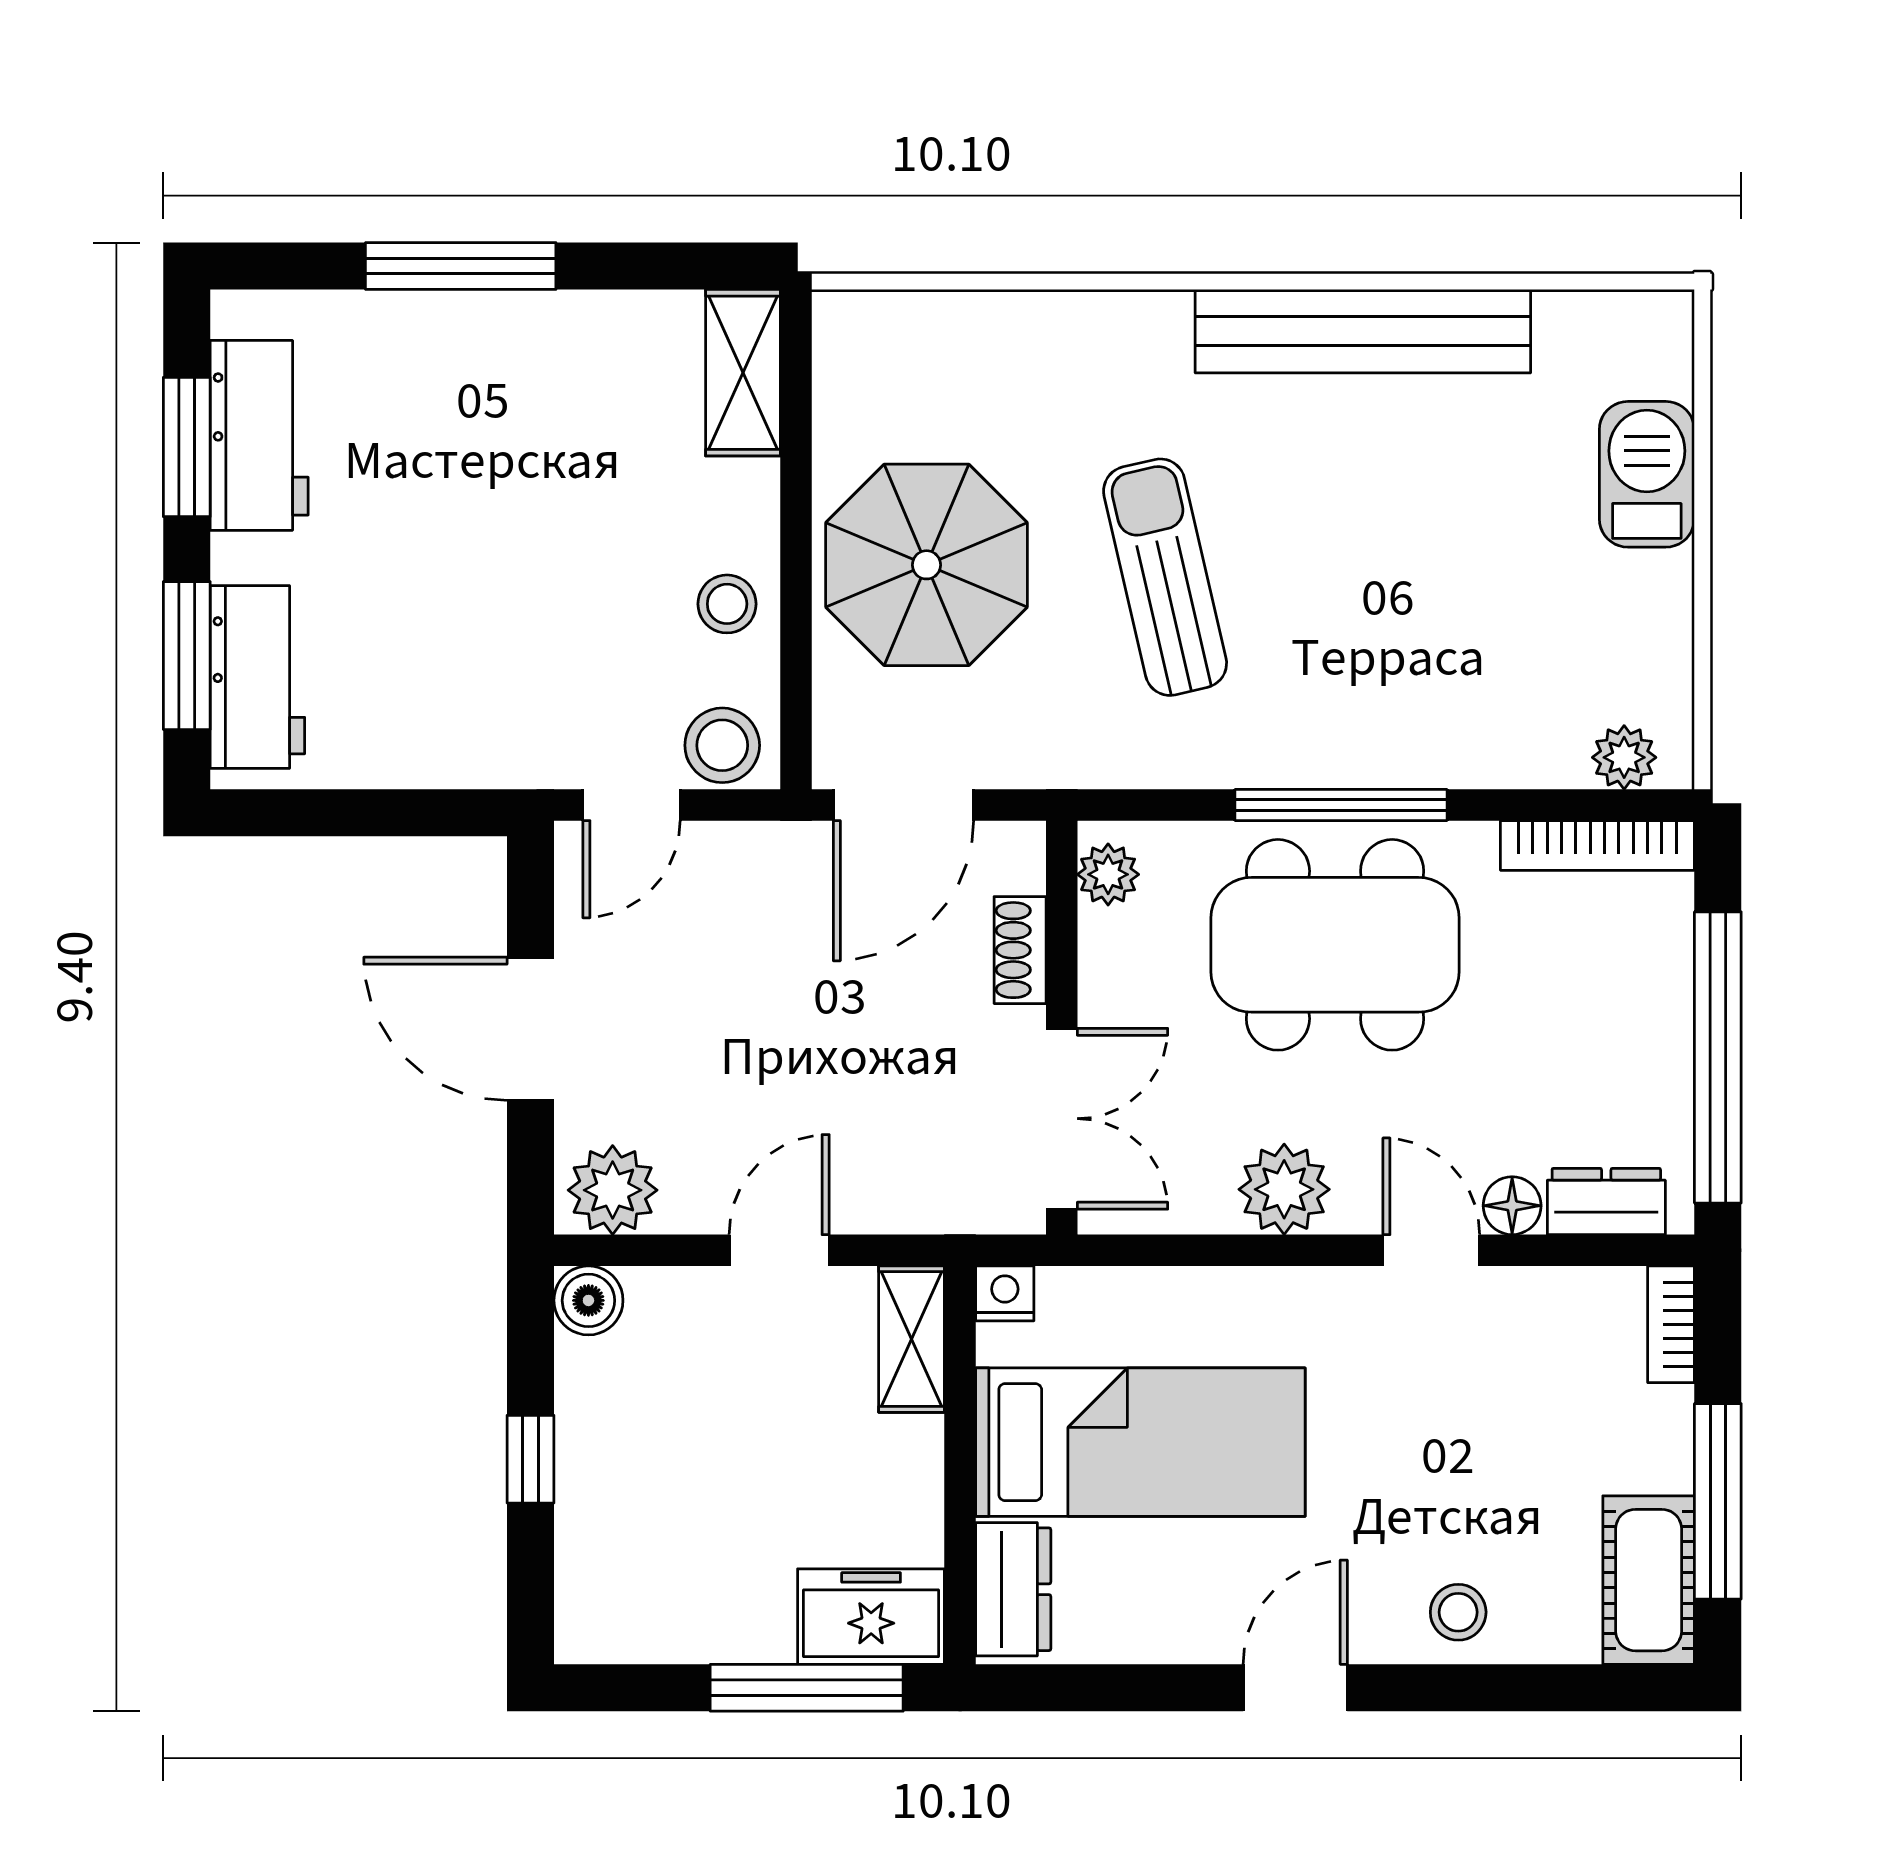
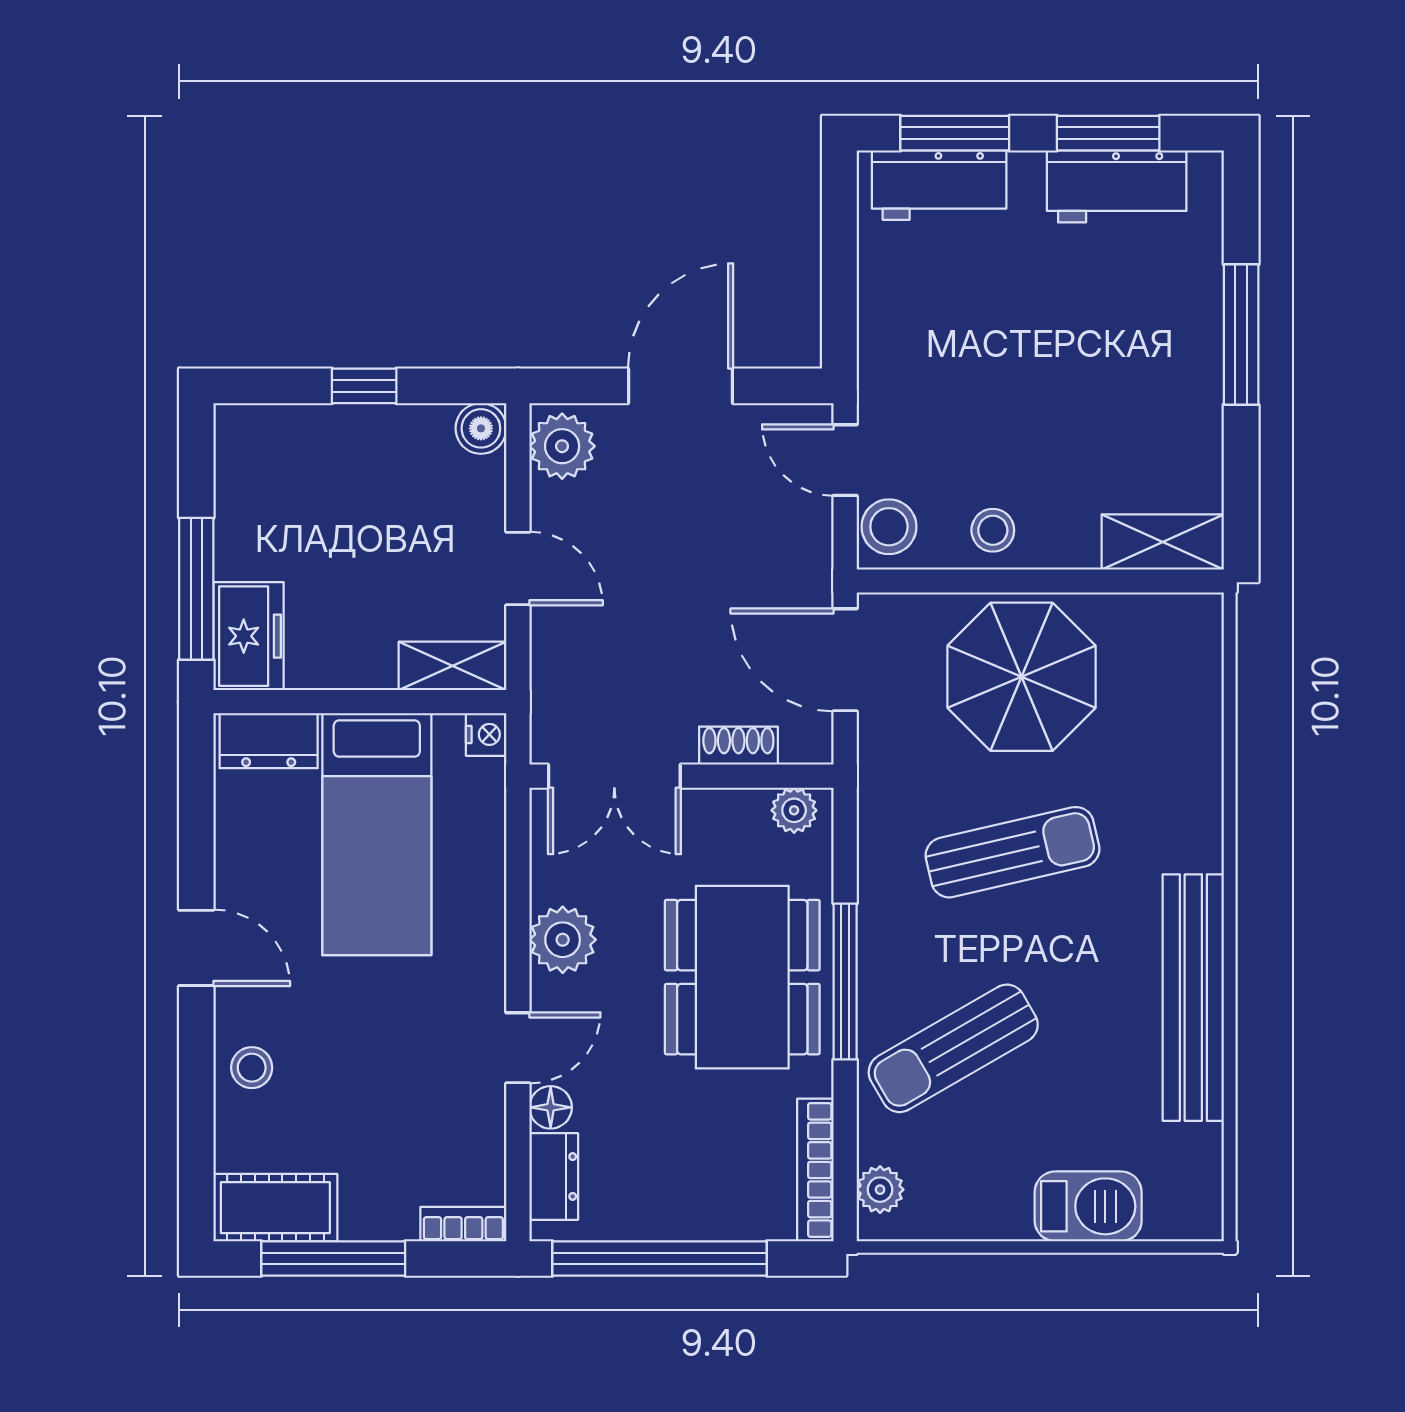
sun lounger: (1432, 658) -> (953, 1048), added

